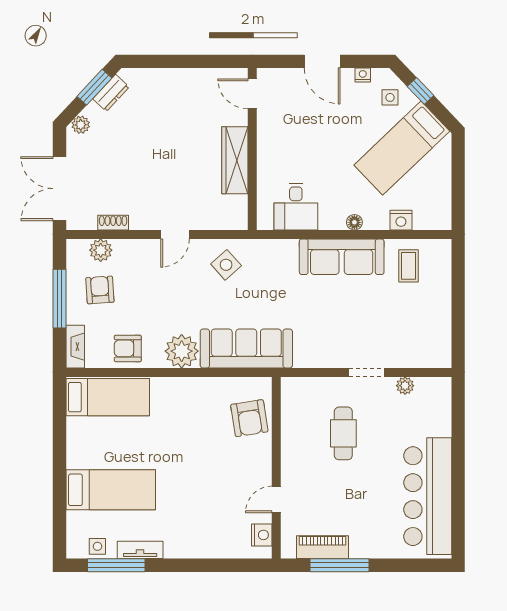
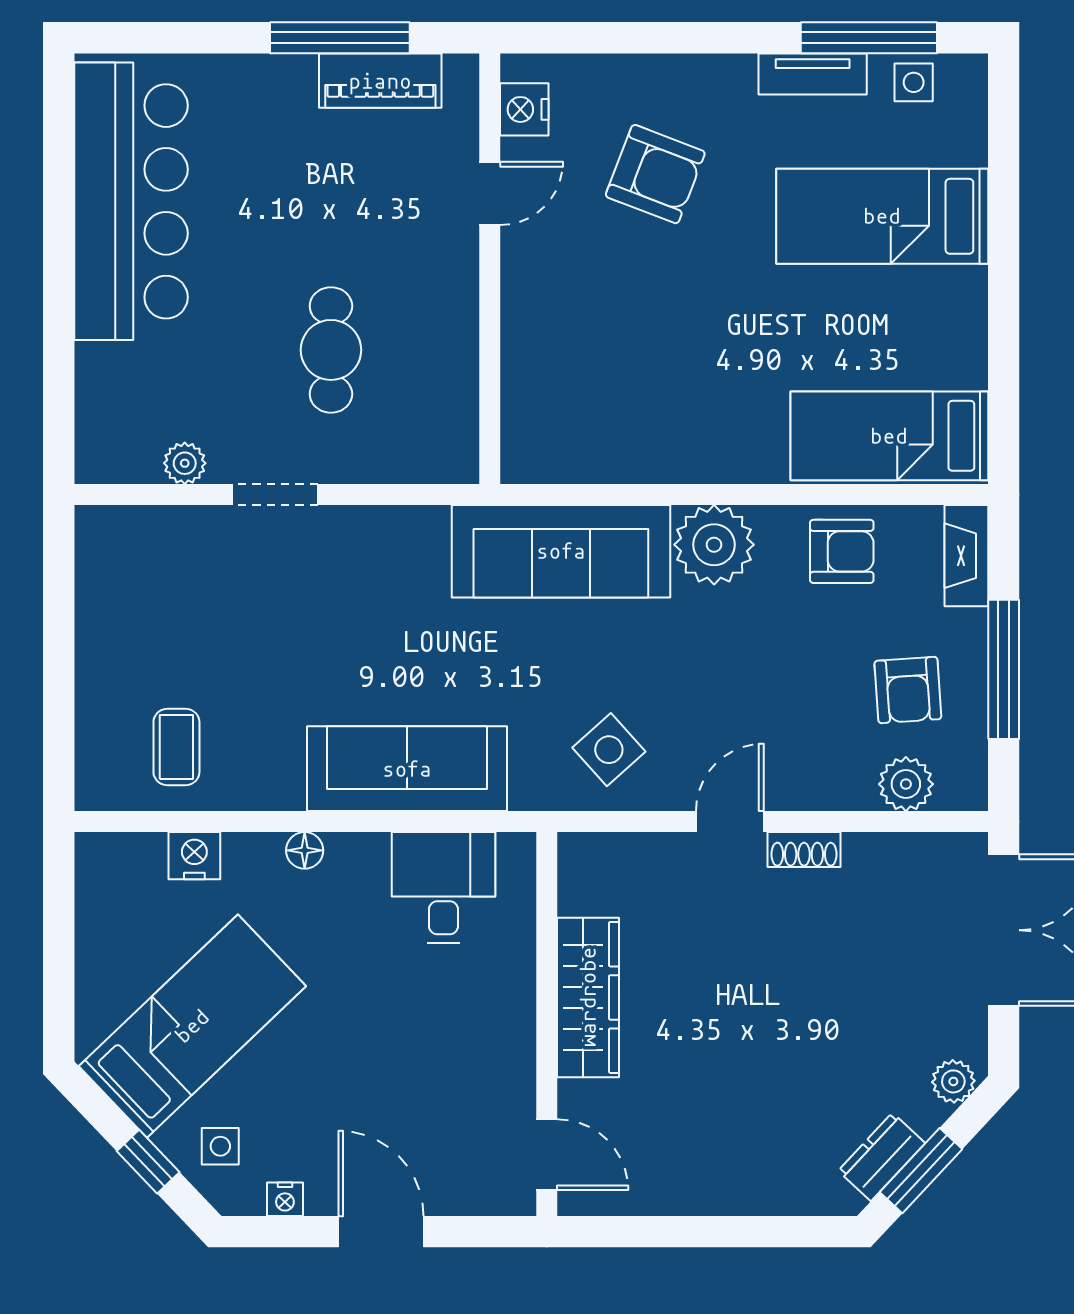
shoe rack: (113, 223) -> (804, 850), moved
sofa: (342, 257) -> (407, 769), moved
armchair: (249, 418) -> (655, 174), moved, turned 120

